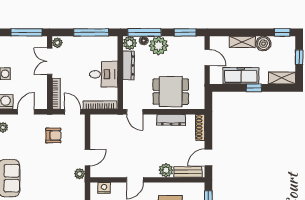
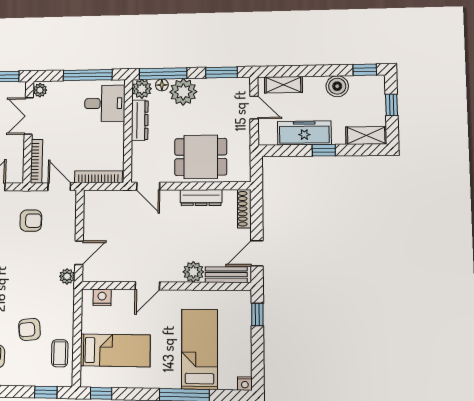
shelving: (242, 42) -> (283, 85), moved
desk: (104, 74) -> (105, 103), moved

